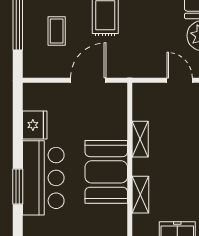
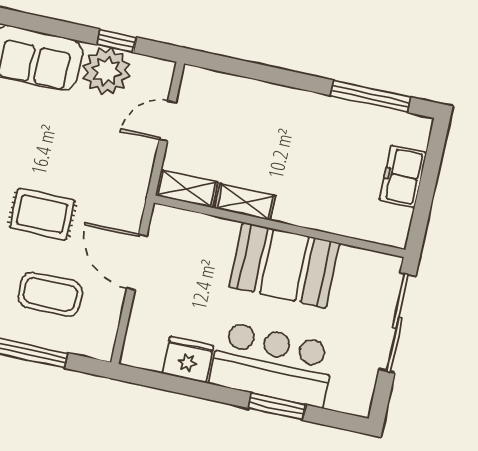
coffee table: (57, 31) -> (50, 294), width x1.36, depth x1.30
shelving: (140, 195) -> (186, 189), moved

